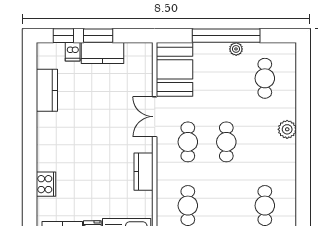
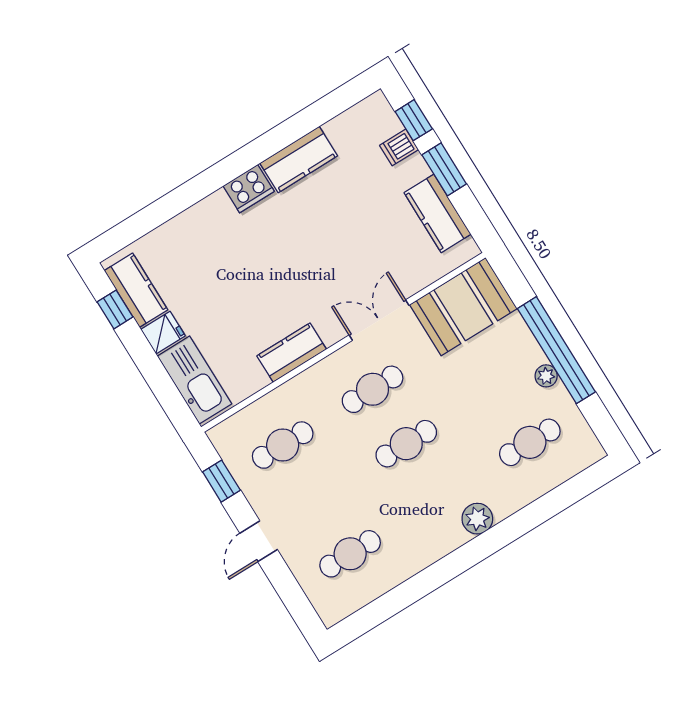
kitchen counter: (103, 53) -> (438, 213), moved
kitchen counter: (47, 90) -> (299, 159), moved
cooker: (46, 184) -> (249, 189), moved

